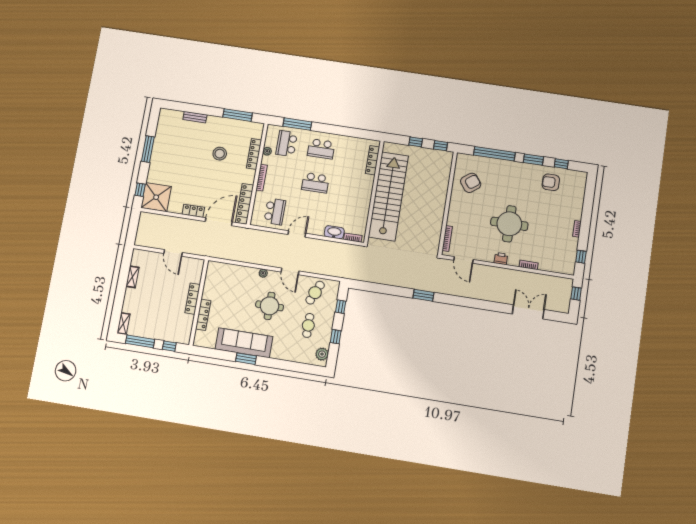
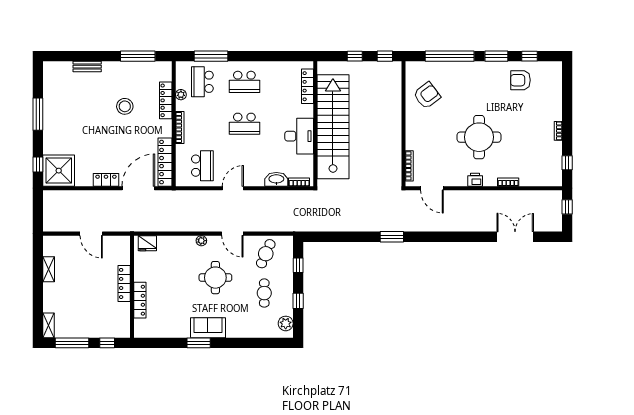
desk: (359, 200) -> (299, 136), added
fridge: (218, 268) -> (147, 243), added
sofa: (244, 343) -> (208, 328), width x0.54, depth x0.79

